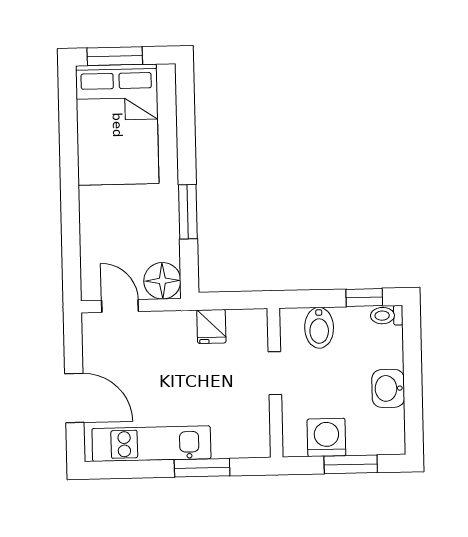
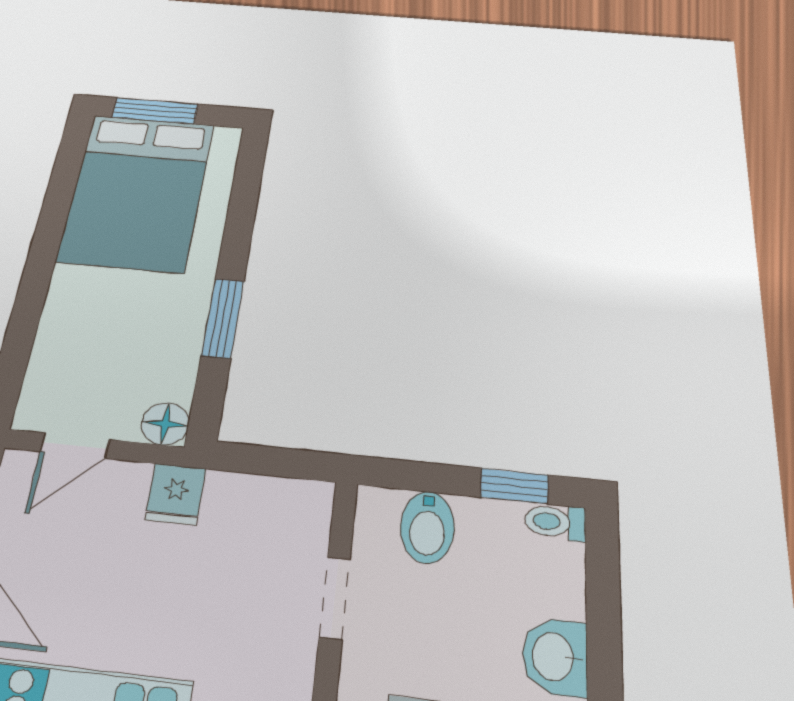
floor lamp: (162, 281) -> (165, 424), width x0.73, depth x0.73
door: (120, 306) -> (75, 446), swing flipped
fridge: (211, 326) -> (175, 494), moved

